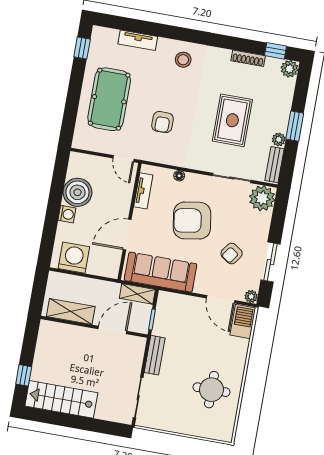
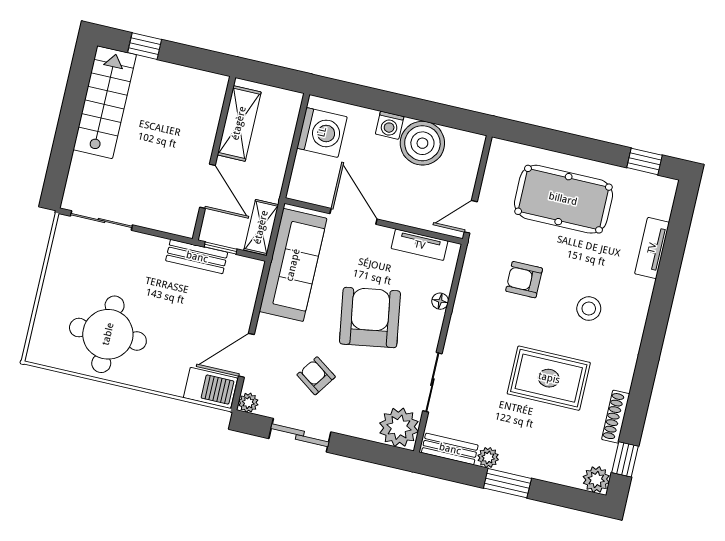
stool: (183, 60) -> (589, 309), moved
rug: (232, 120) -> (549, 378), moved
bench: (155, 355) -> (197, 257), moved
round table: (211, 390) -> (108, 334), width x1.36, depth x1.36

